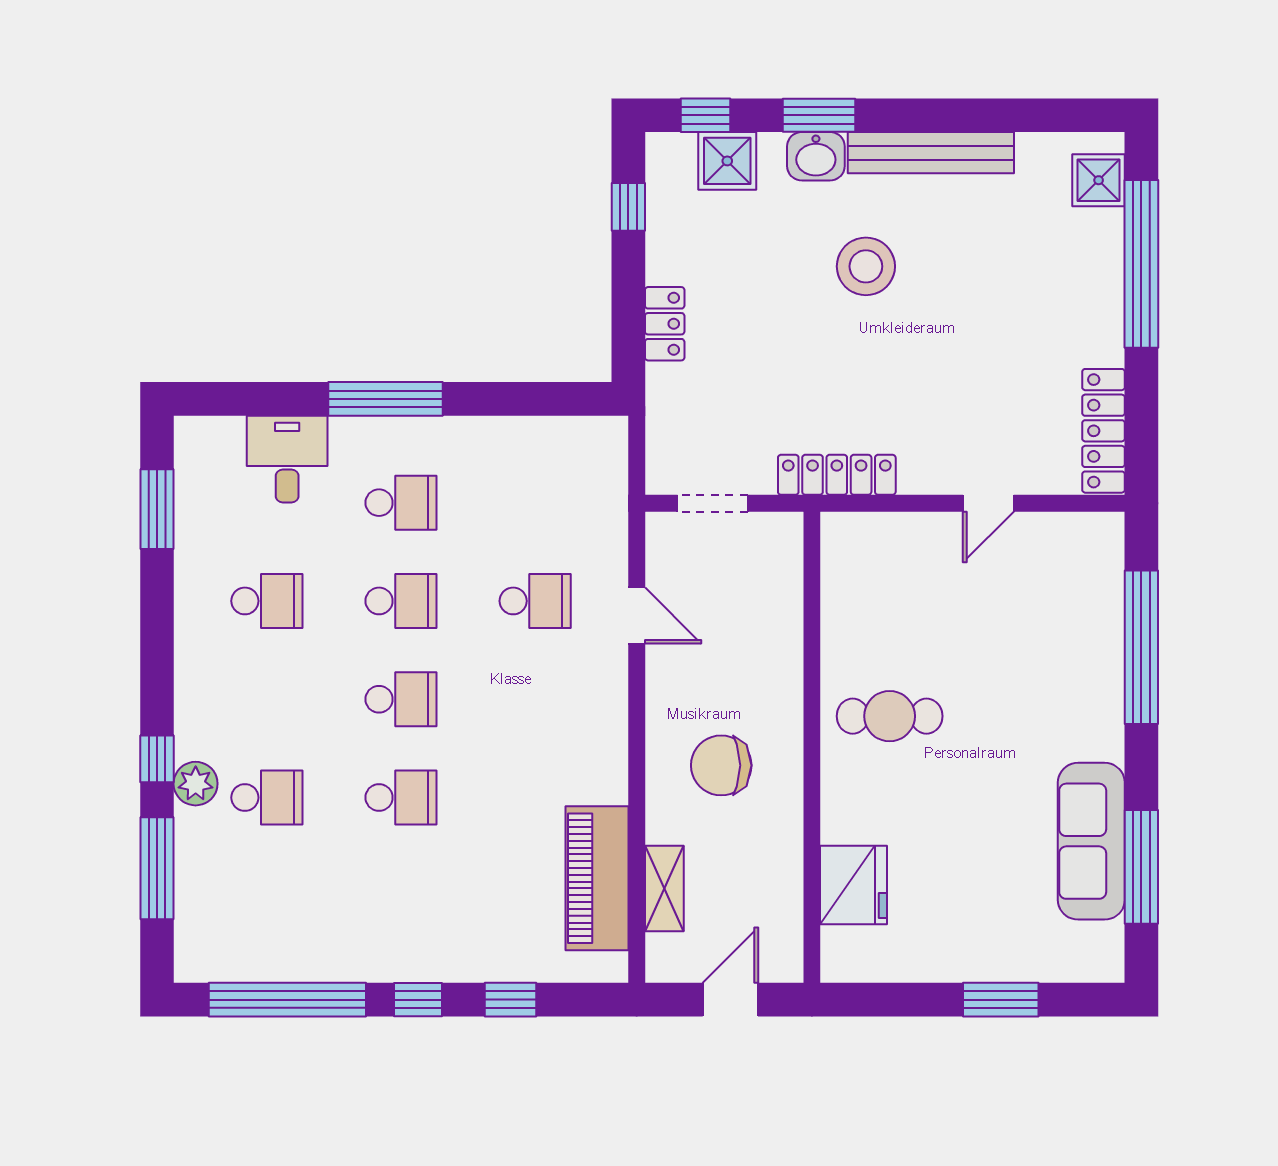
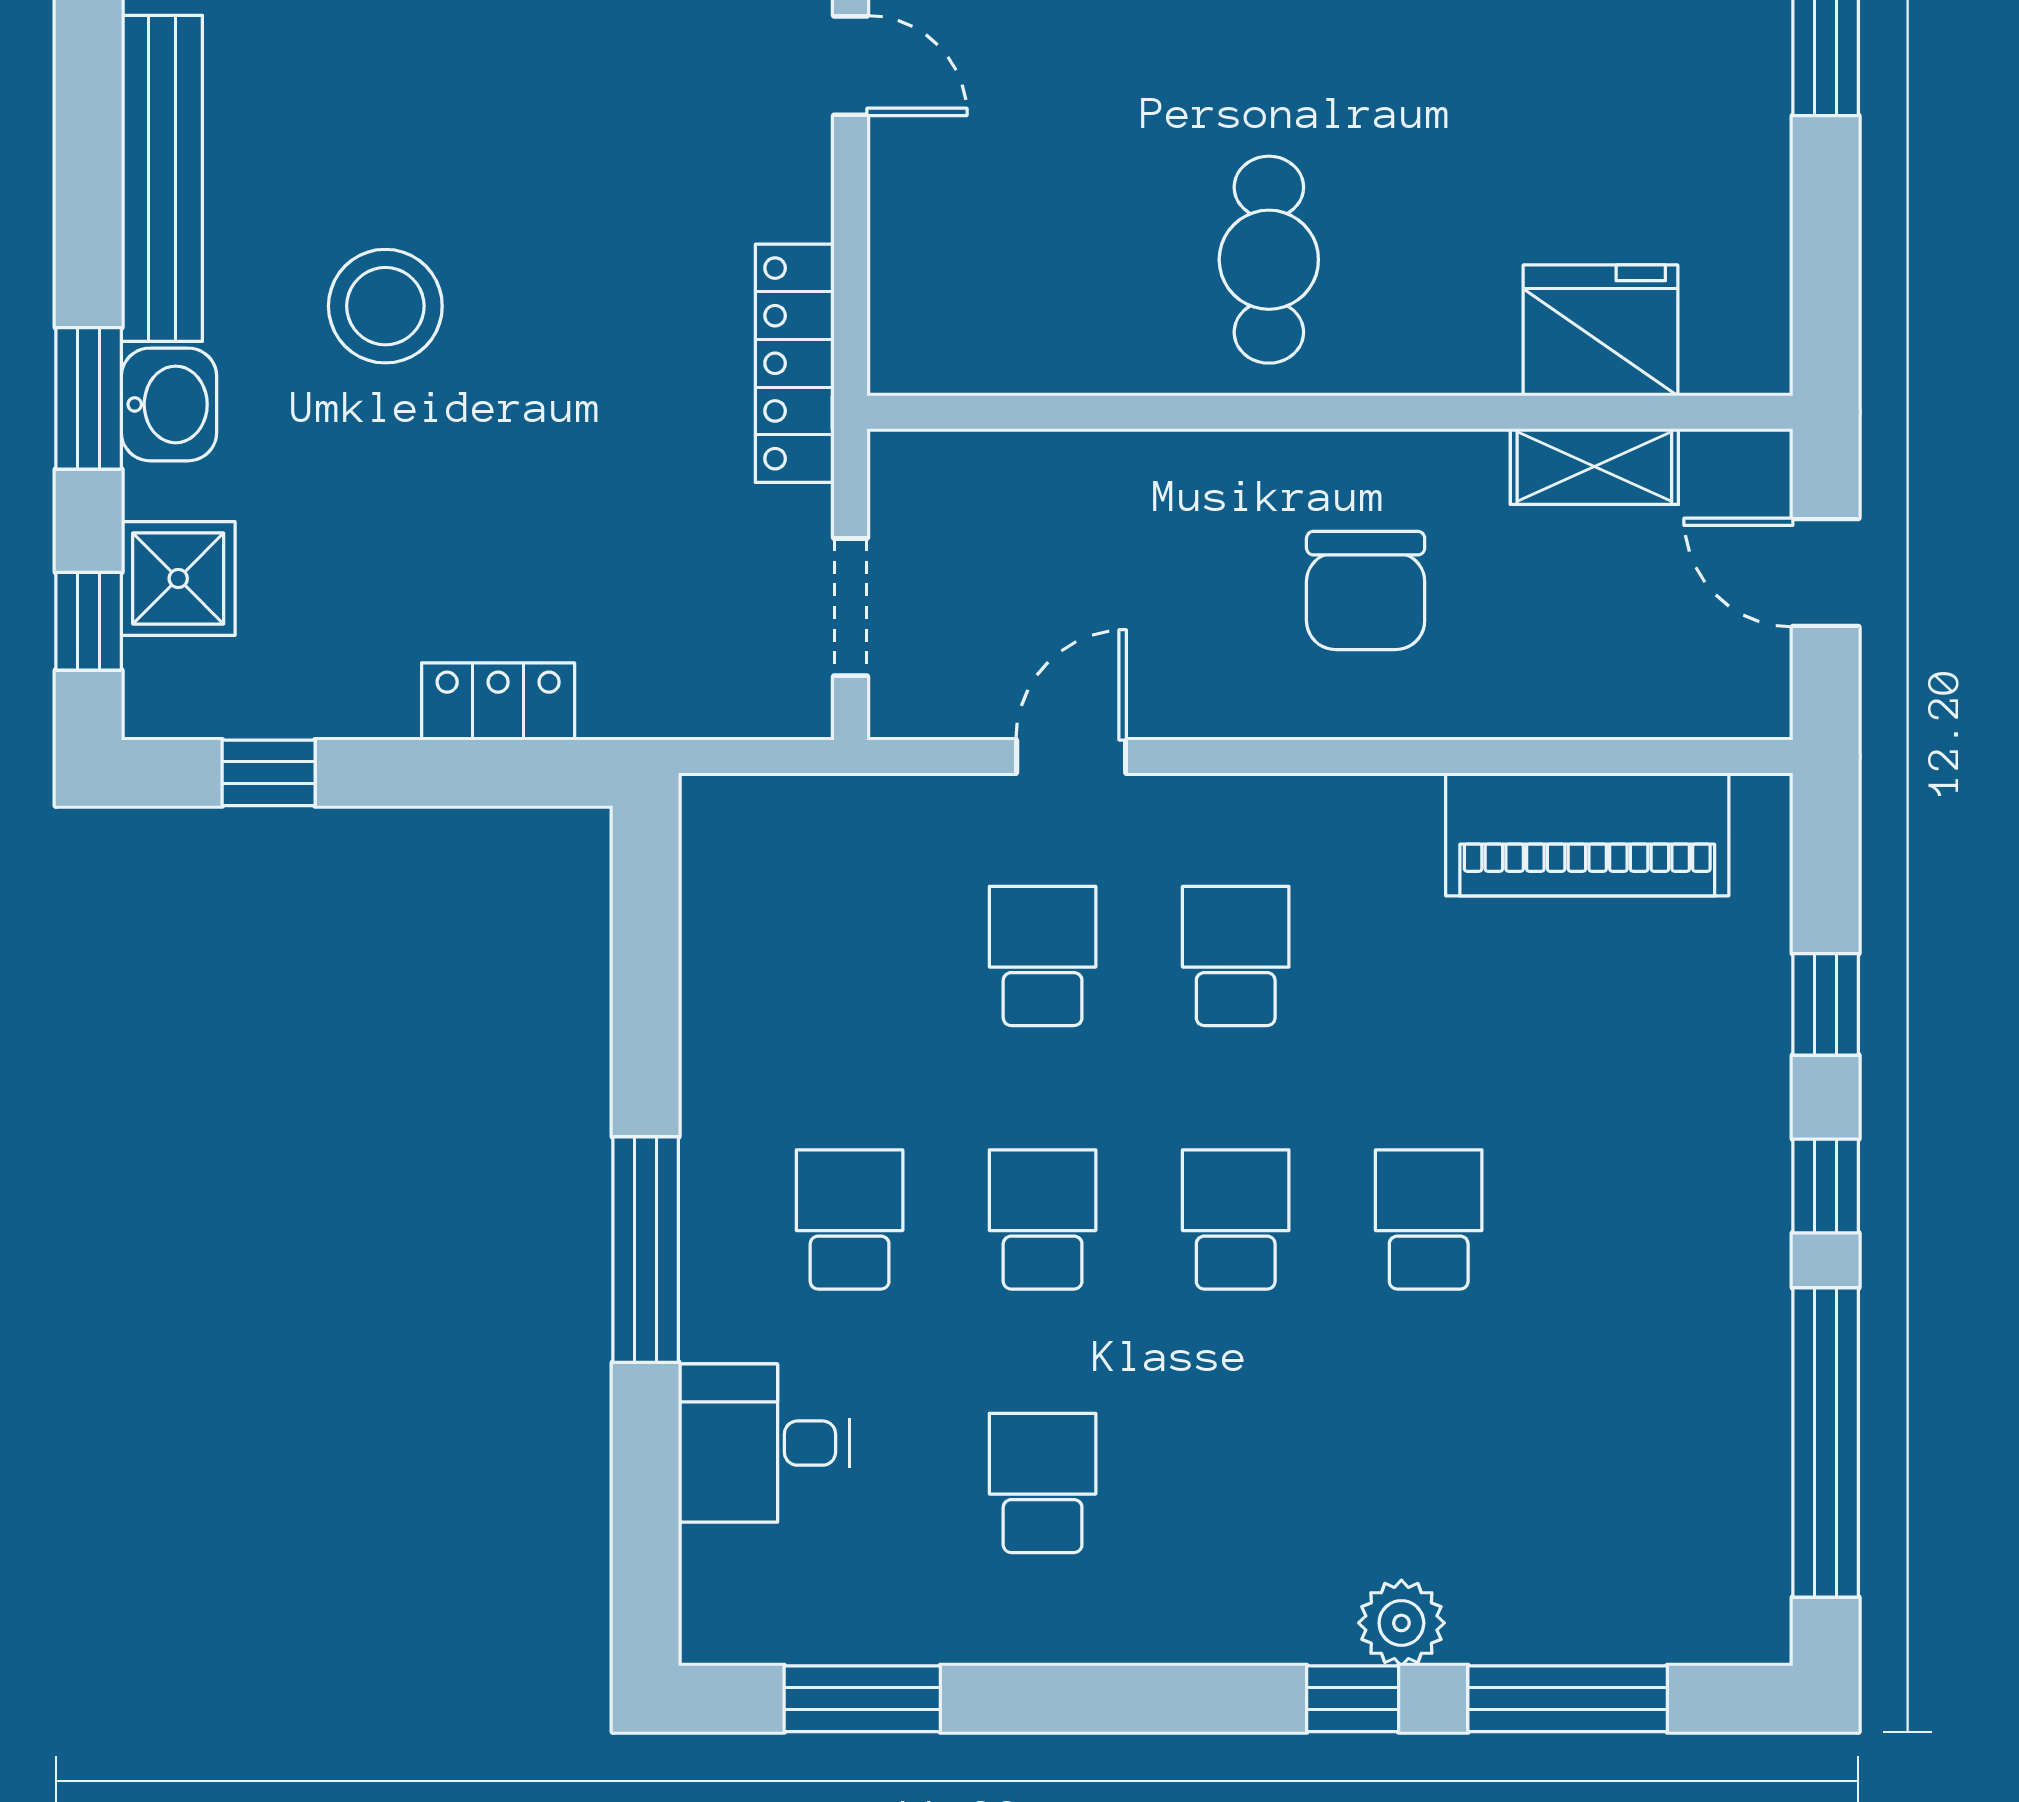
school desk: (267, 798) -> (1236, 956), moved
shelving: (664, 889) -> (1594, 467), moved

